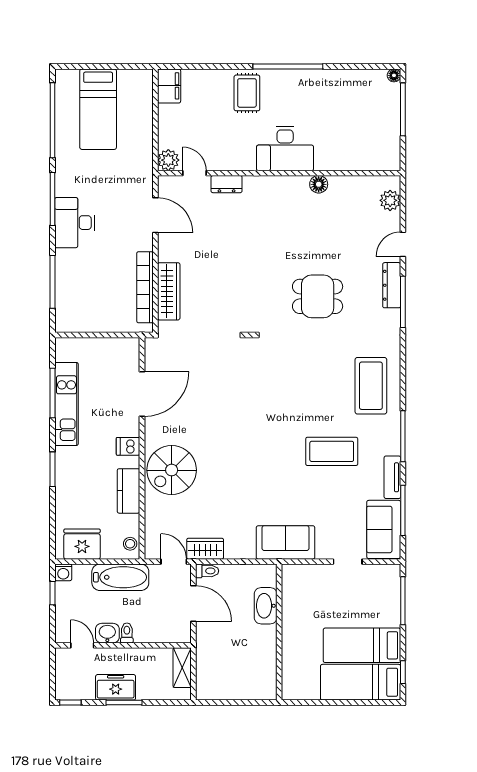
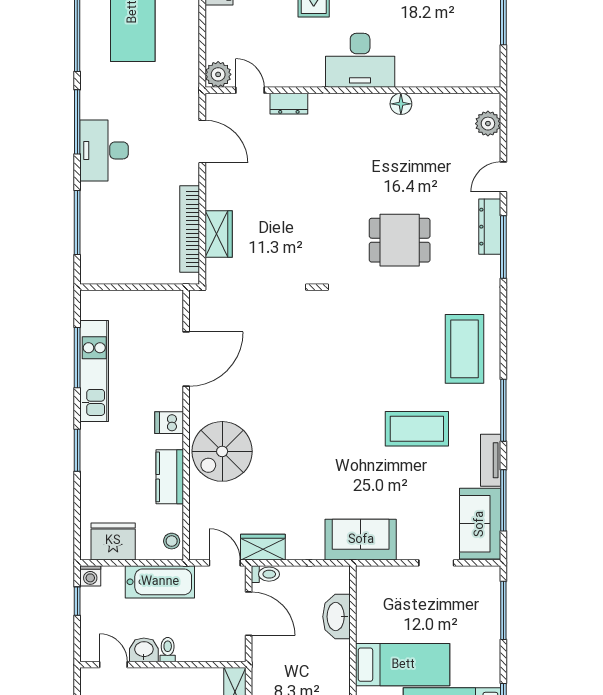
wardrobe: (169, 291) -> (219, 234), width x0.67
bed: (362, 645) -> (403, 665), moved, turned 180

